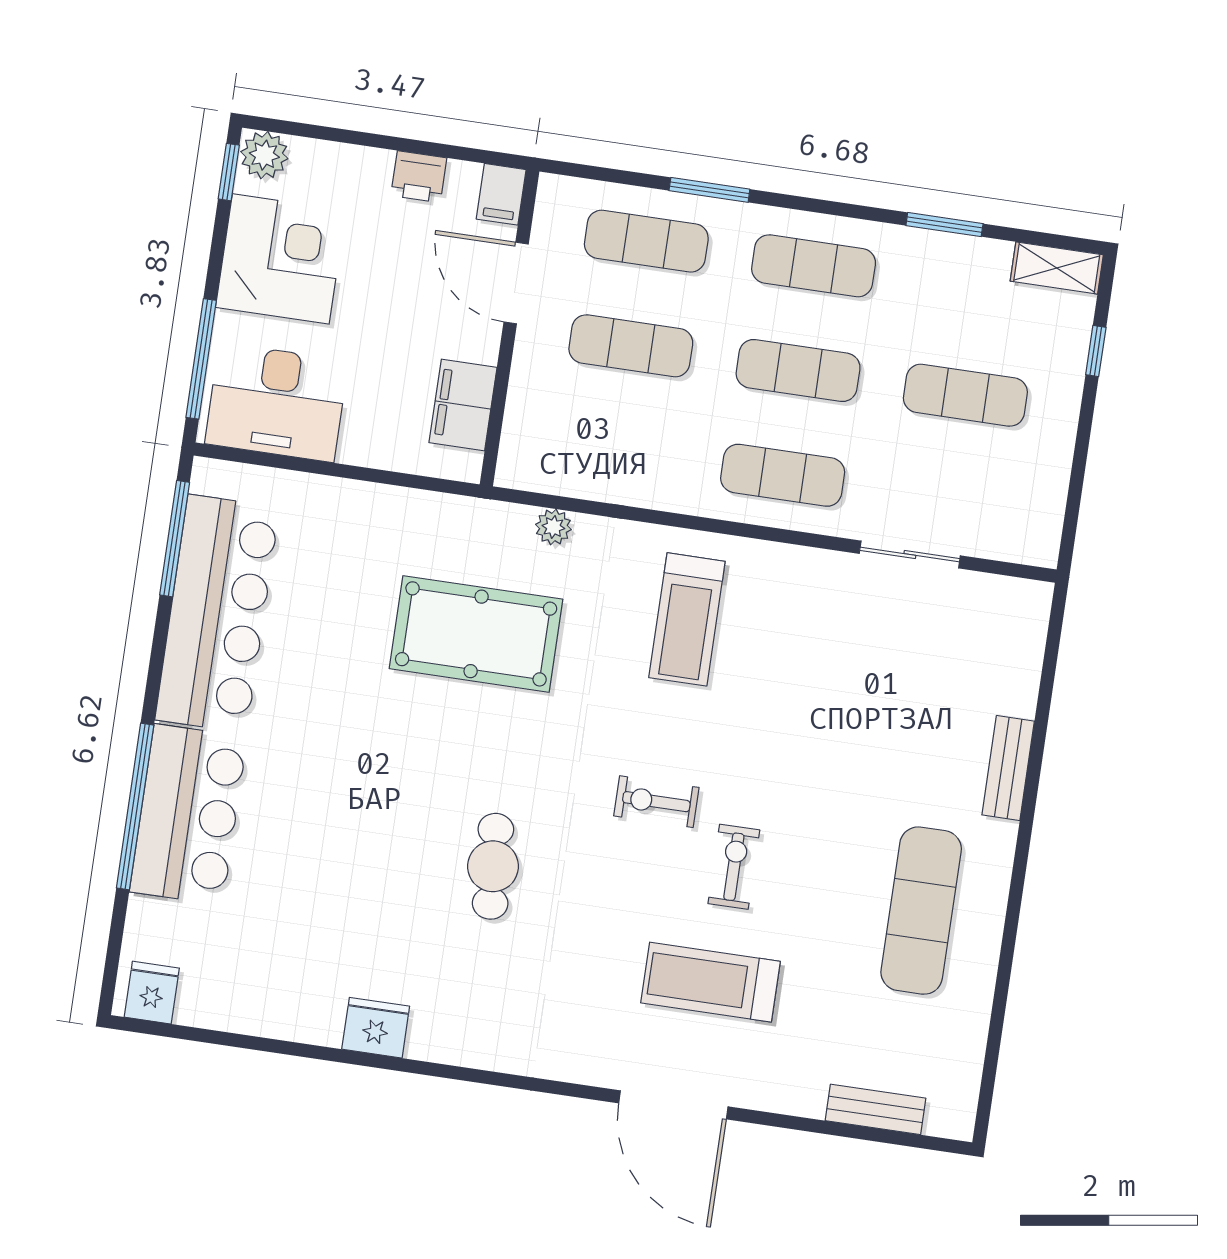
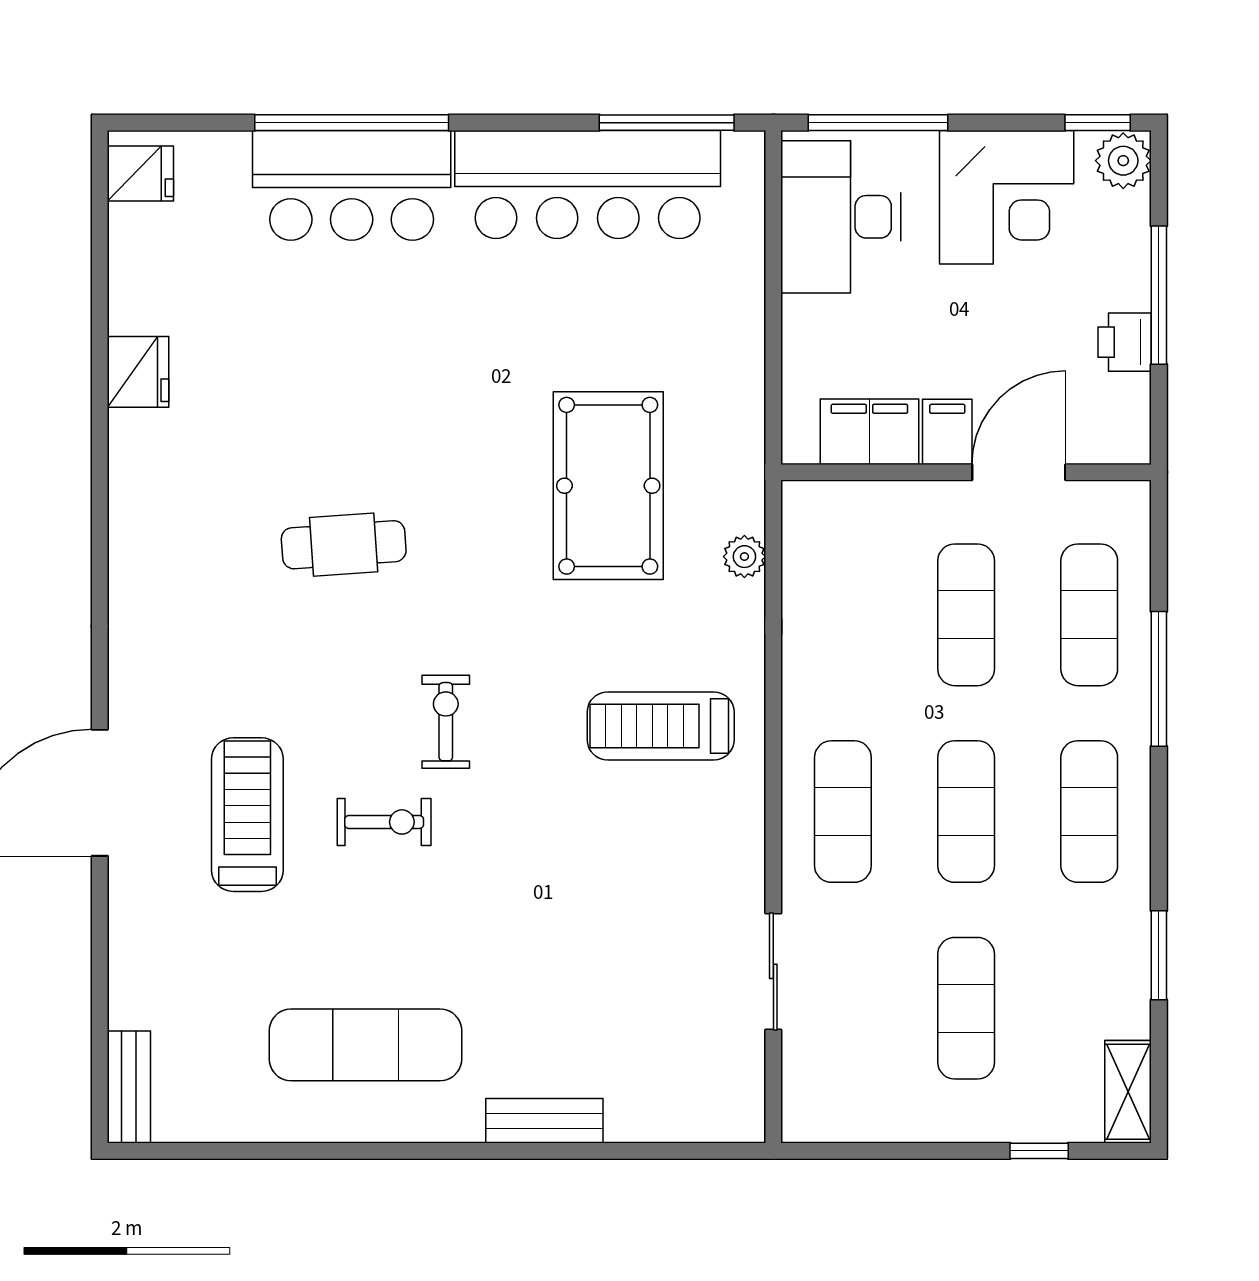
window: (383, 142) -> (1159, 295), added
window: (709, 190) -> (1159, 679), width x1.44
filing cabinet: (501, 194) -> (947, 432), moved, turned 90
fridge: (376, 1028) -> (138, 372), moved
bench: (876, 1109) -> (129, 1087), moved

